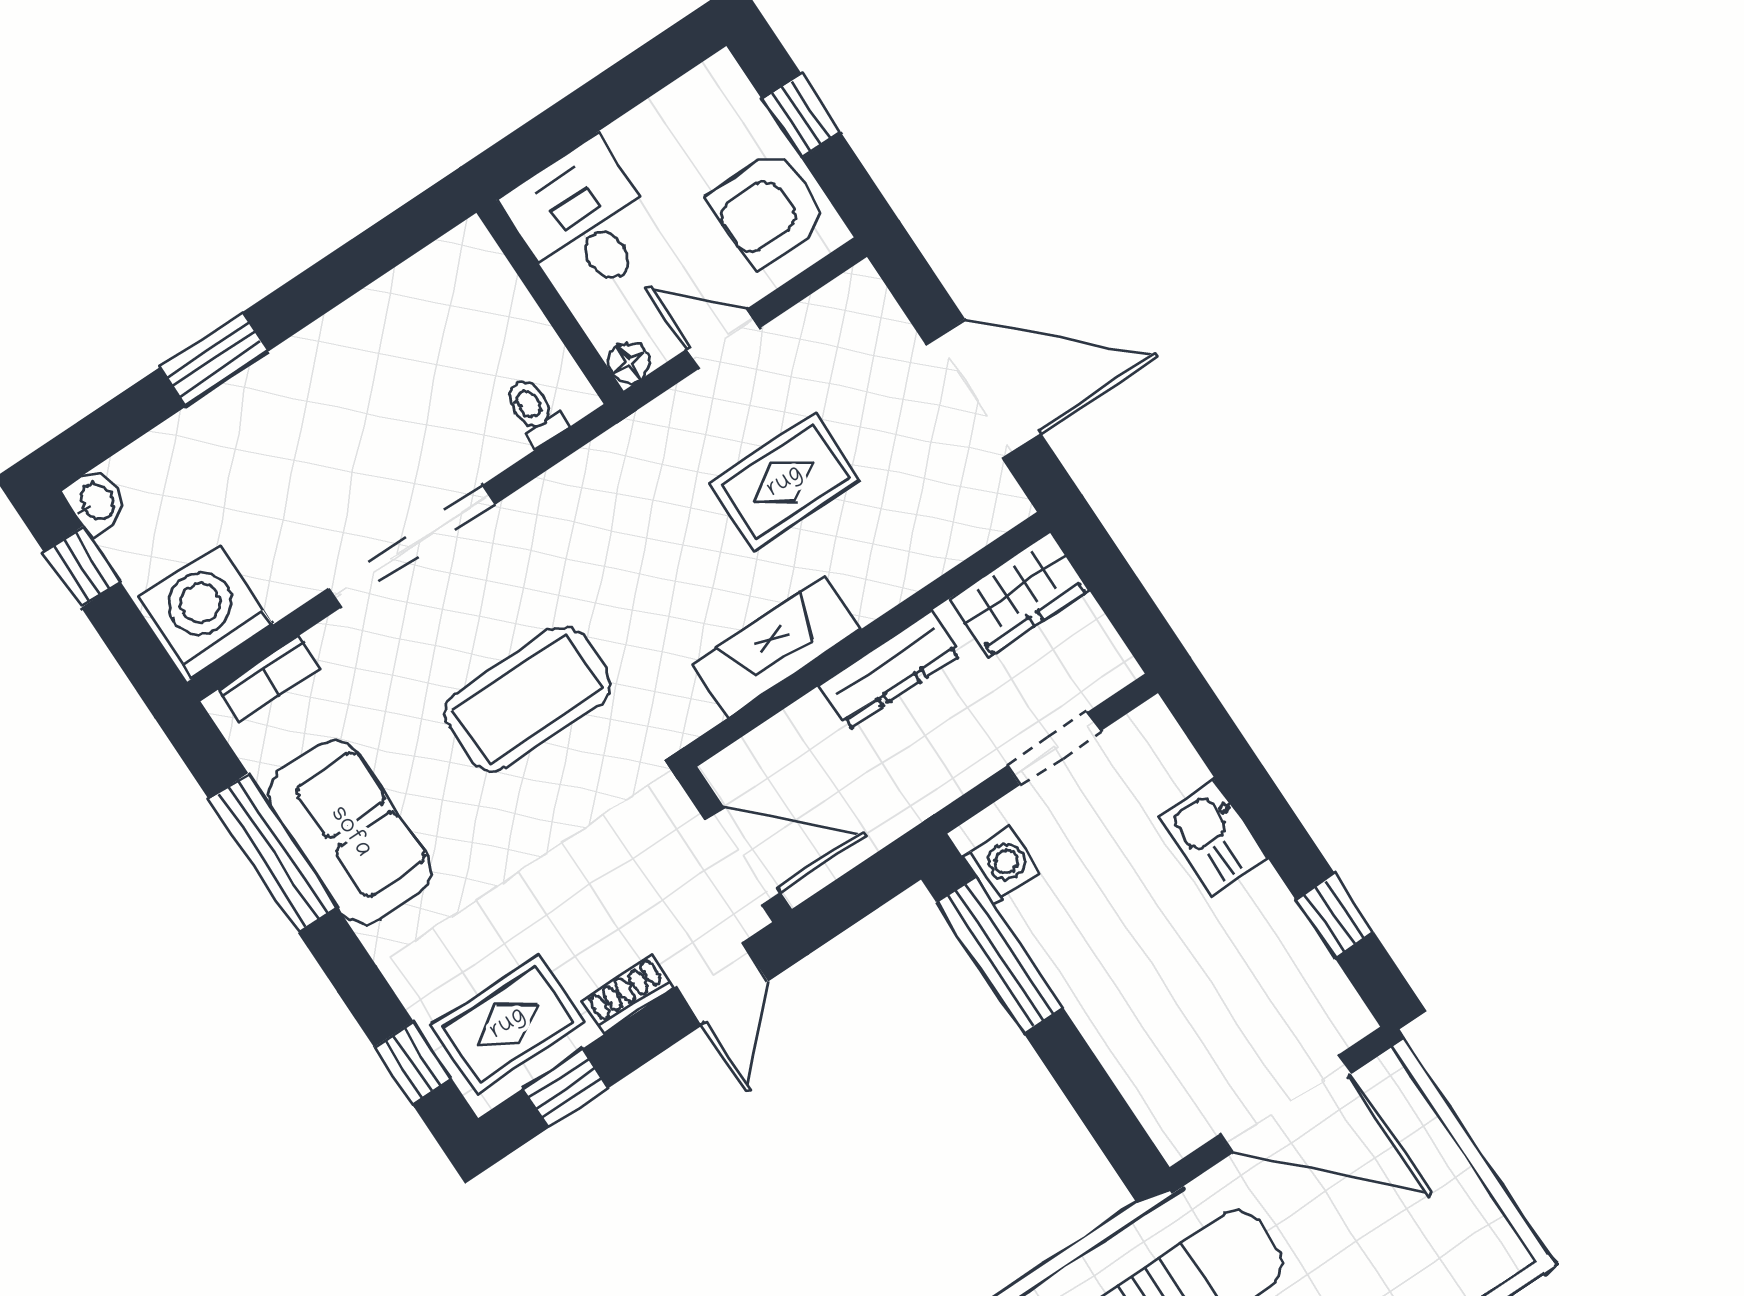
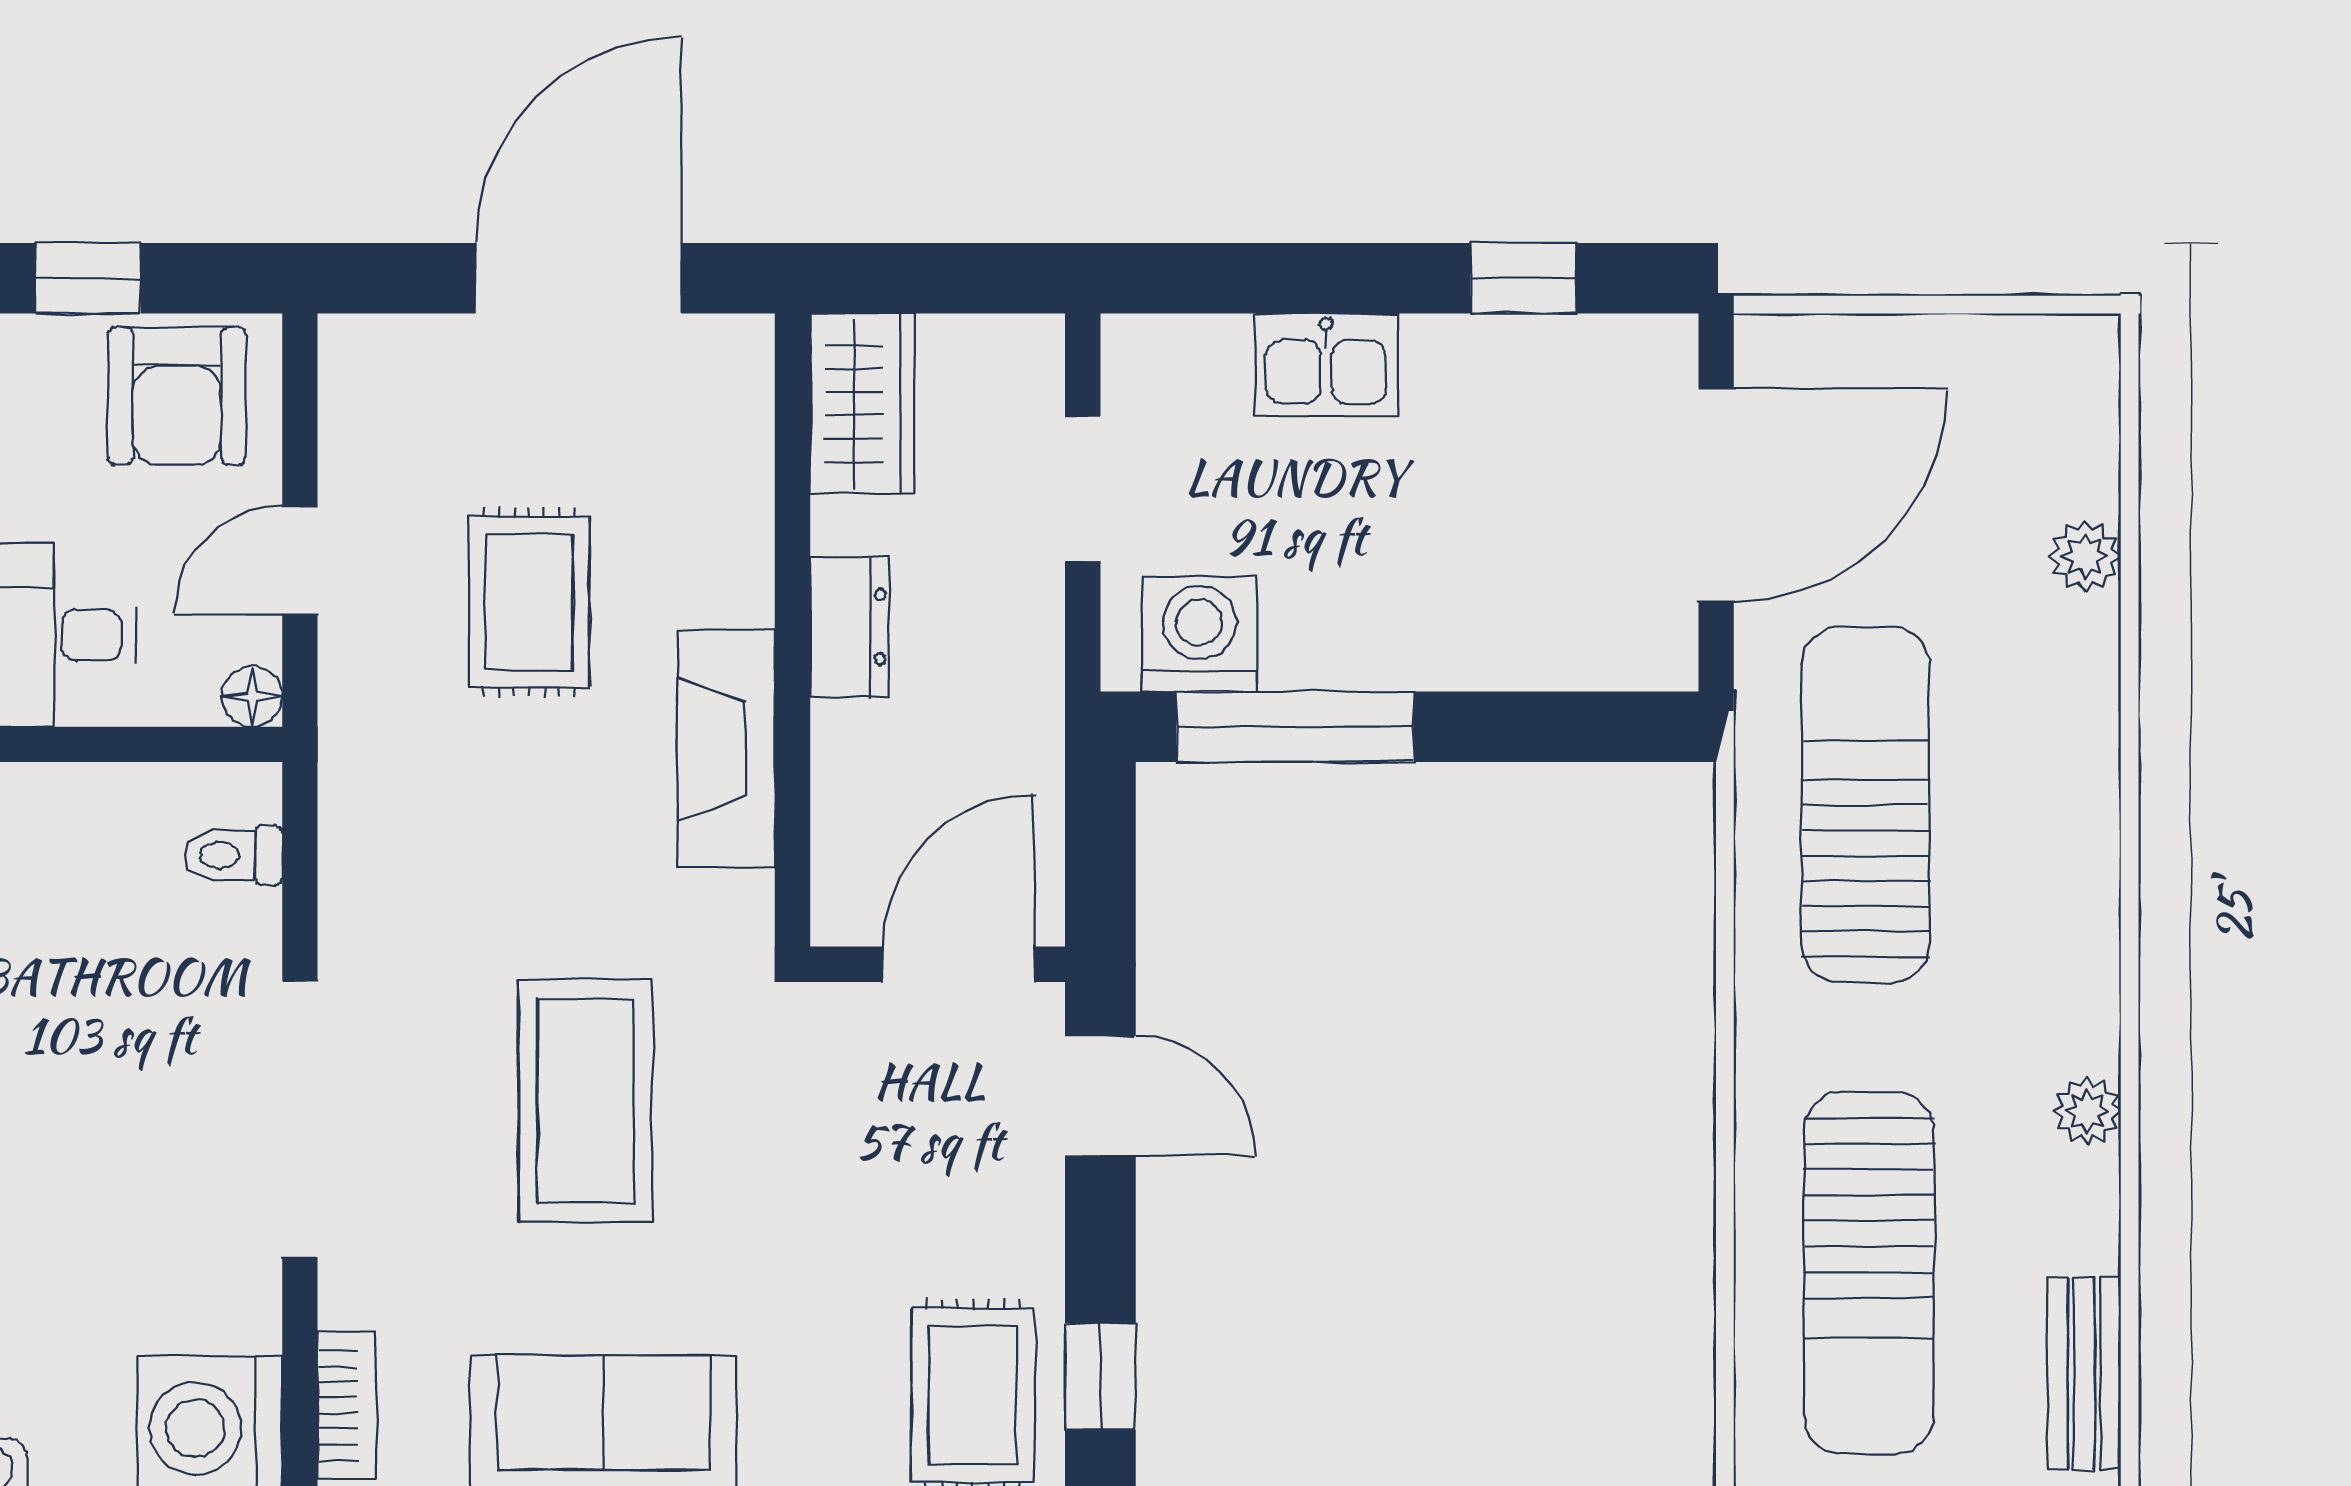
dresser: (890, 670) -> (849, 627), width x0.70
washing machine: (1001, 865) -> (1199, 634), width x1.38, depth x1.38
shoe rack: (628, 994) -> (1035, 1221), removed

